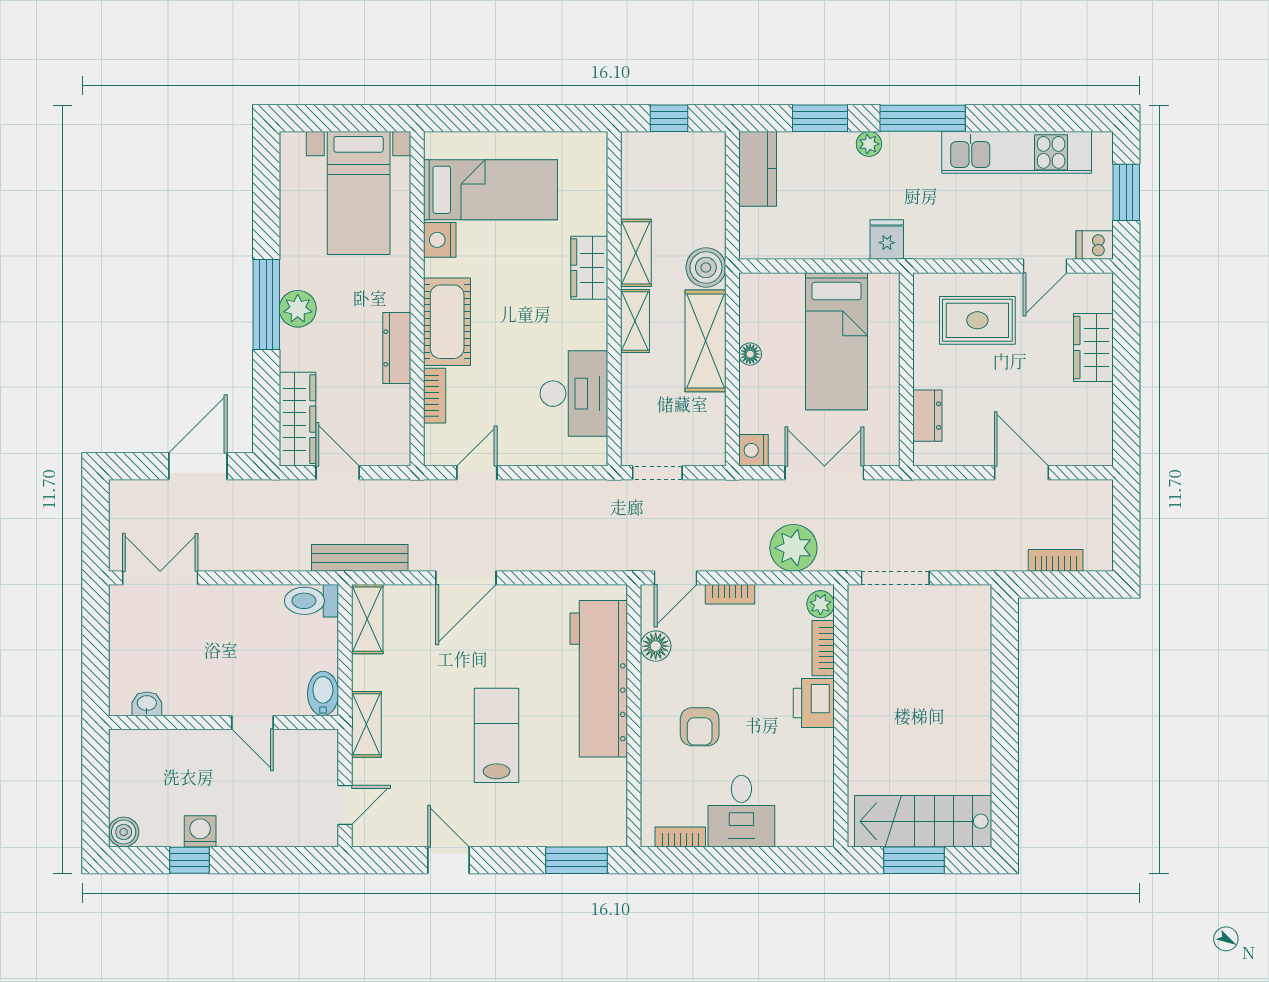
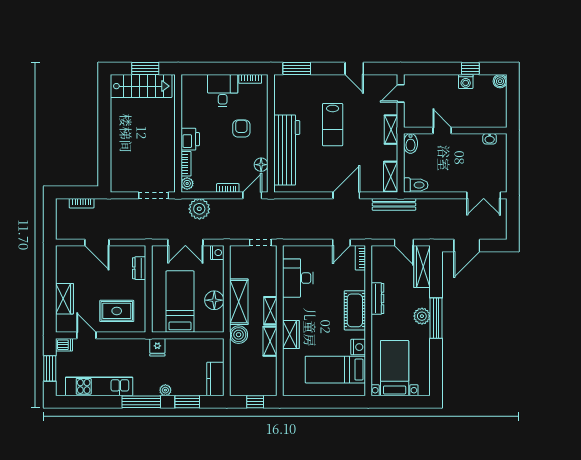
door: (1045, 266) -> (86, 335), hinge flipped
floor lamp: (750, 354) -> (214, 300), width x1.89, depth x1.89
bookcase: (435, 396) -> (360, 258), moved

